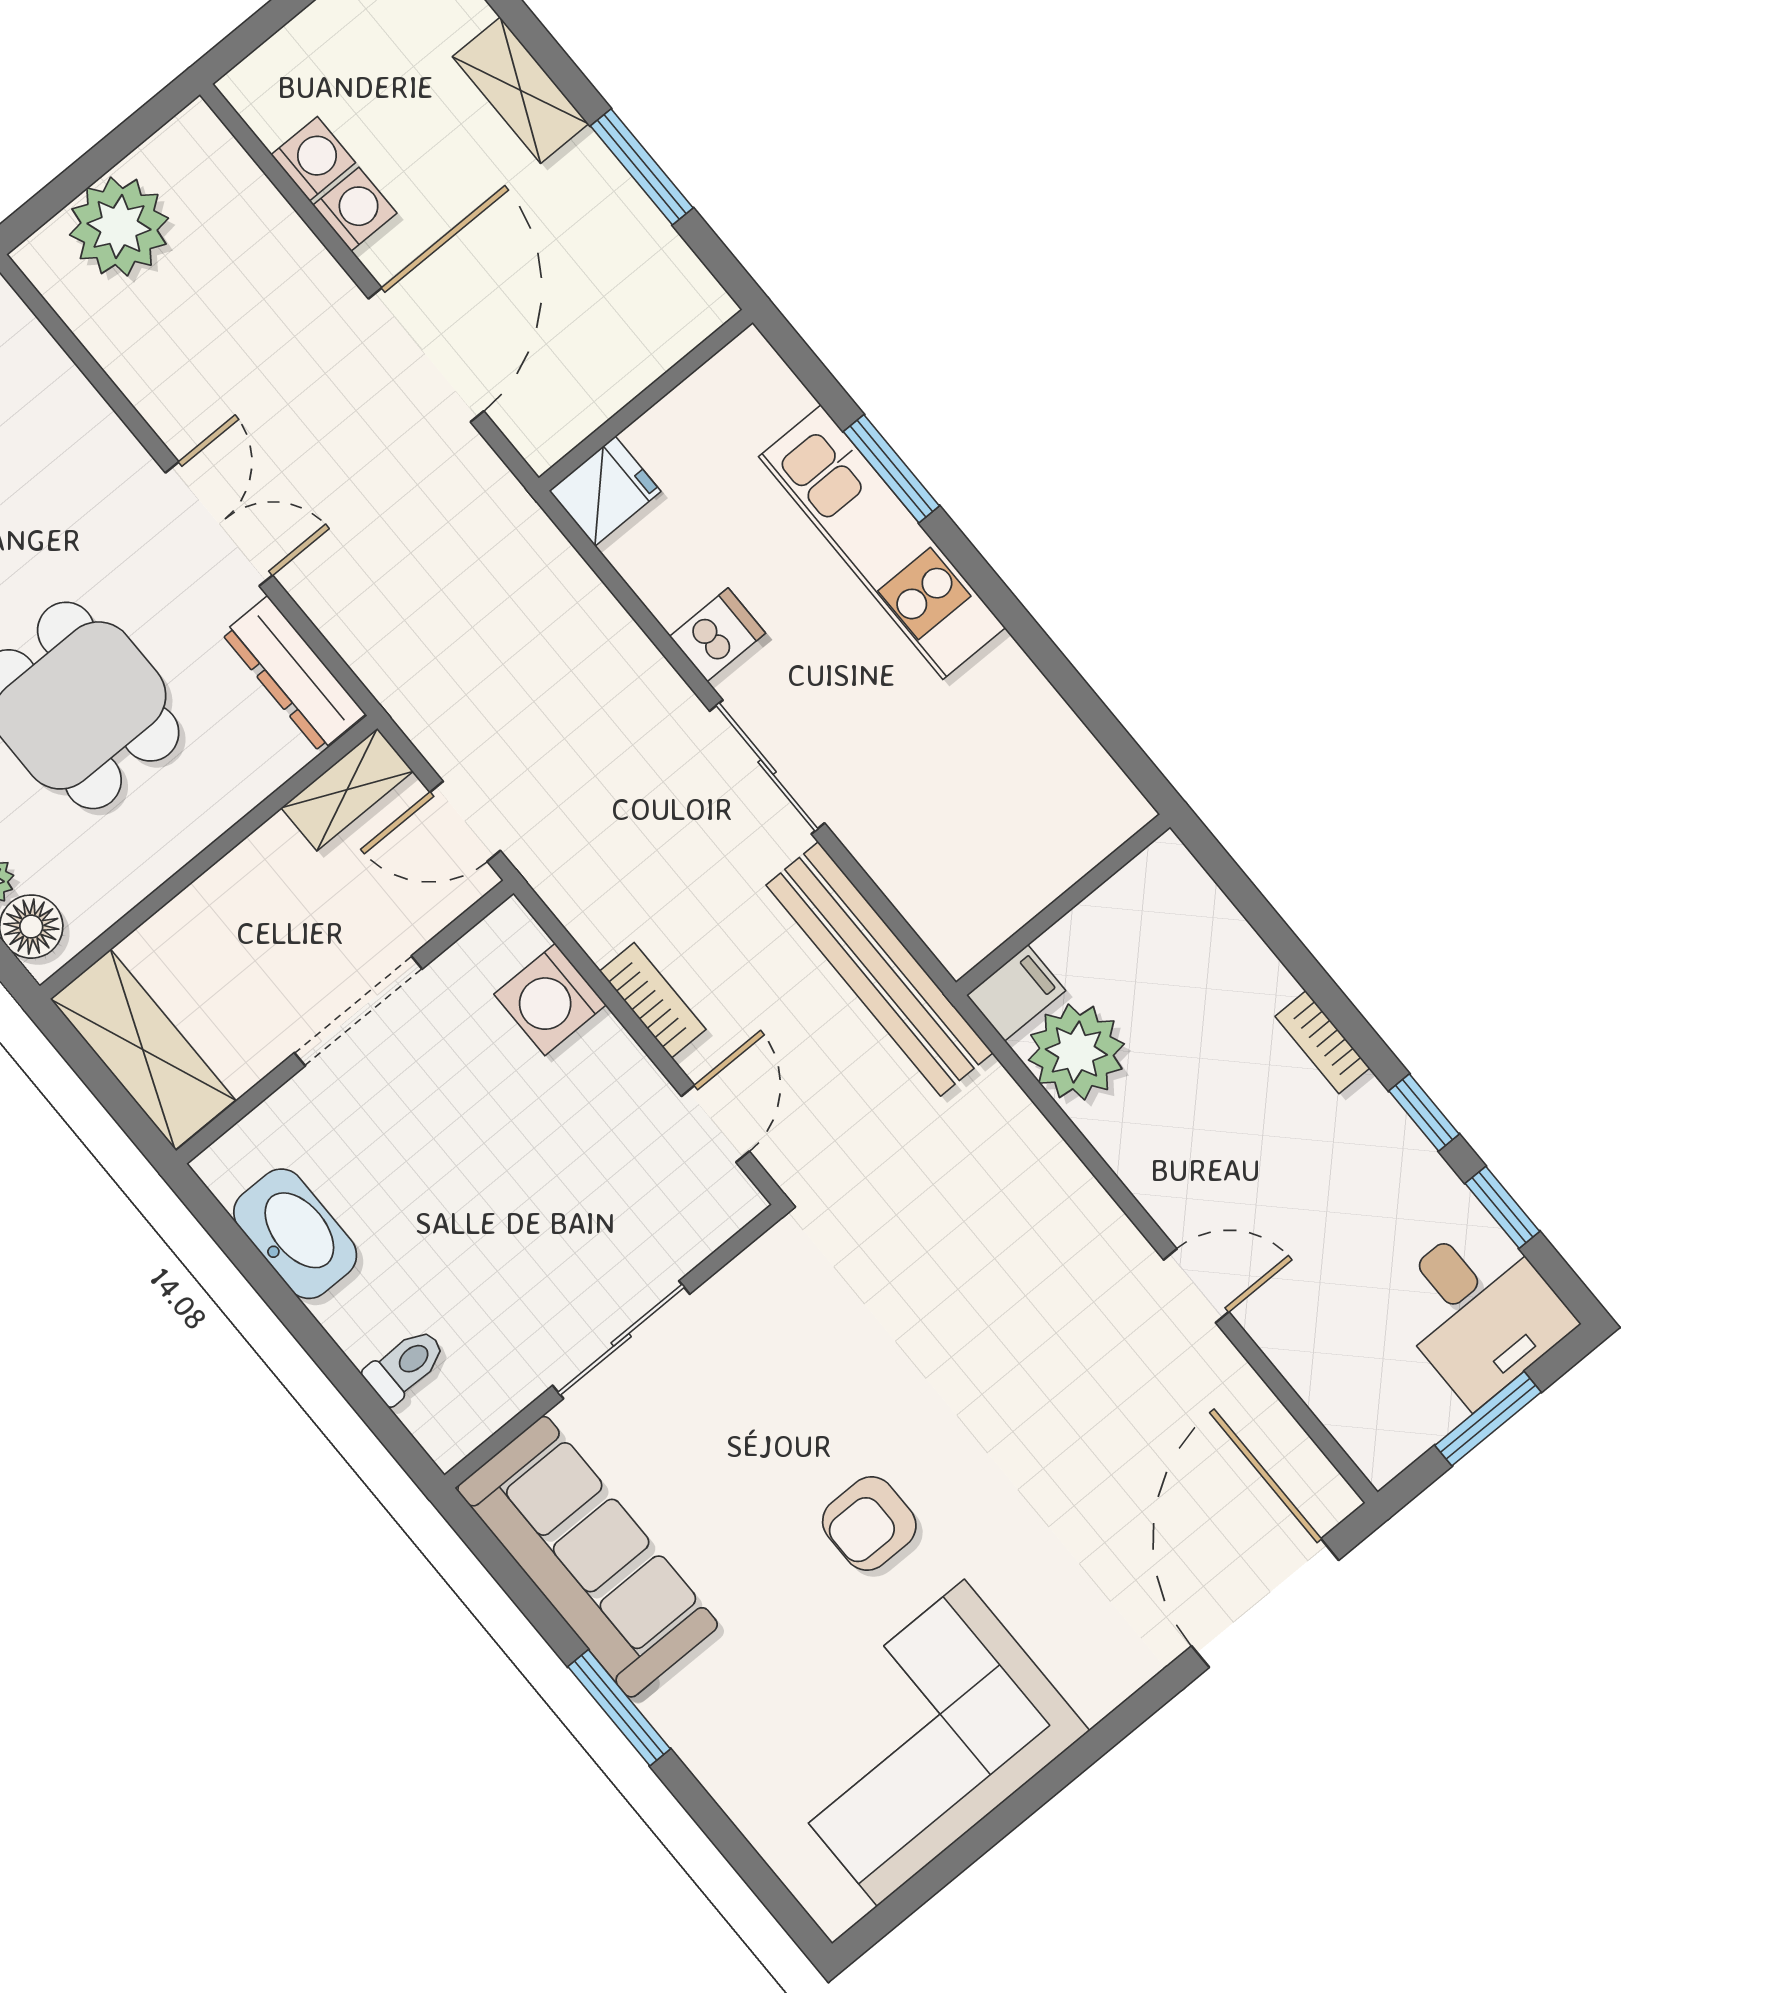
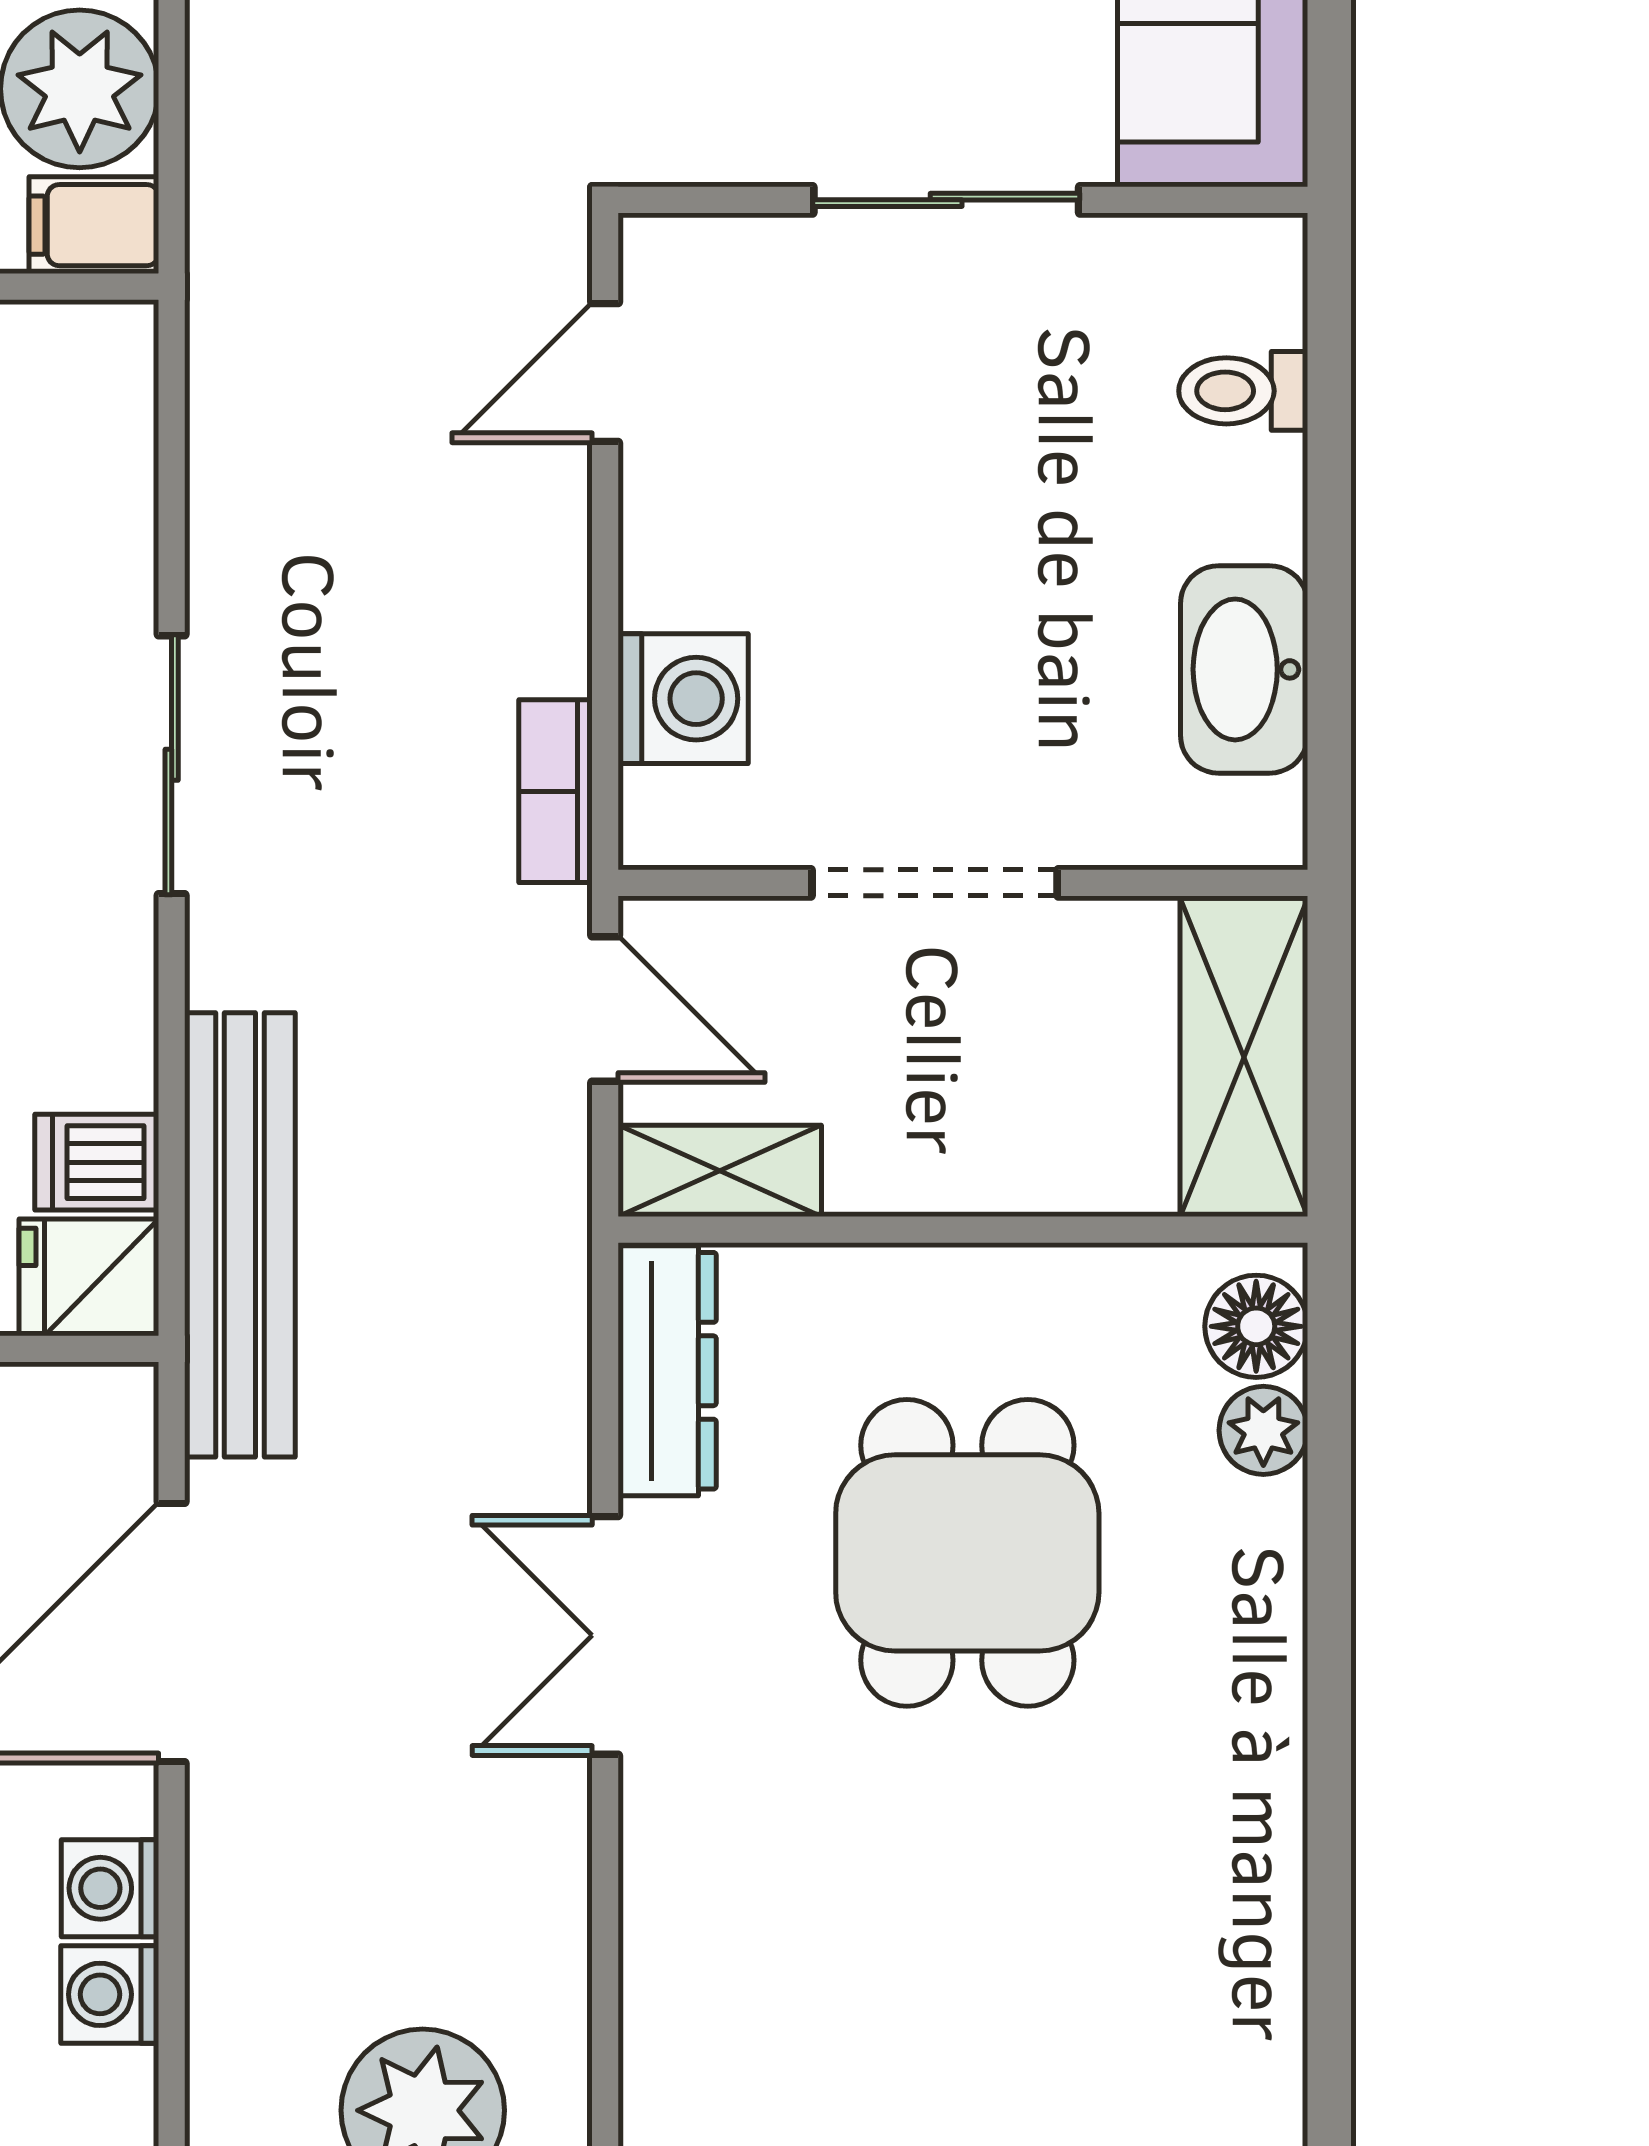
dishwasher: (717, 635) -> (97, 1162), moved
bench: (879, 969) -> (240, 1235), moved
bookcase: (653, 1000) -> (556, 791), moved

